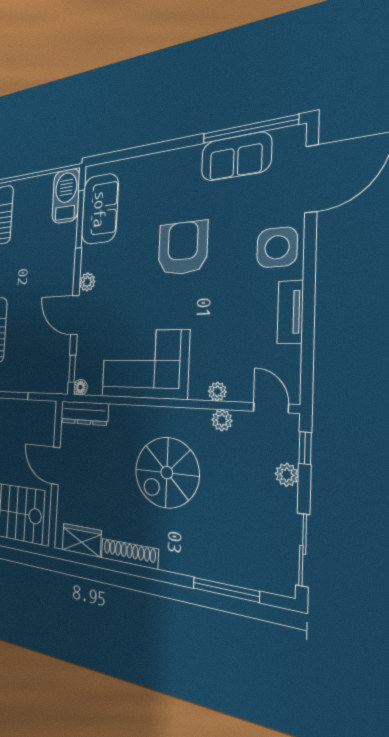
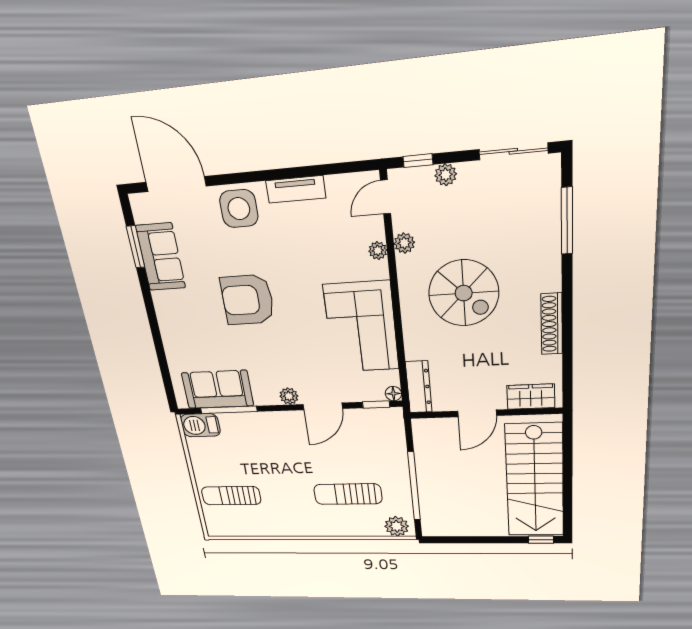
window: (249, 129) -> (136, 247), width x0.47
barbecue: (66, 196) -> (200, 425), width x0.73, depth x0.83
wardrobe: (82, 540) -> (531, 397), moved, turned 90

